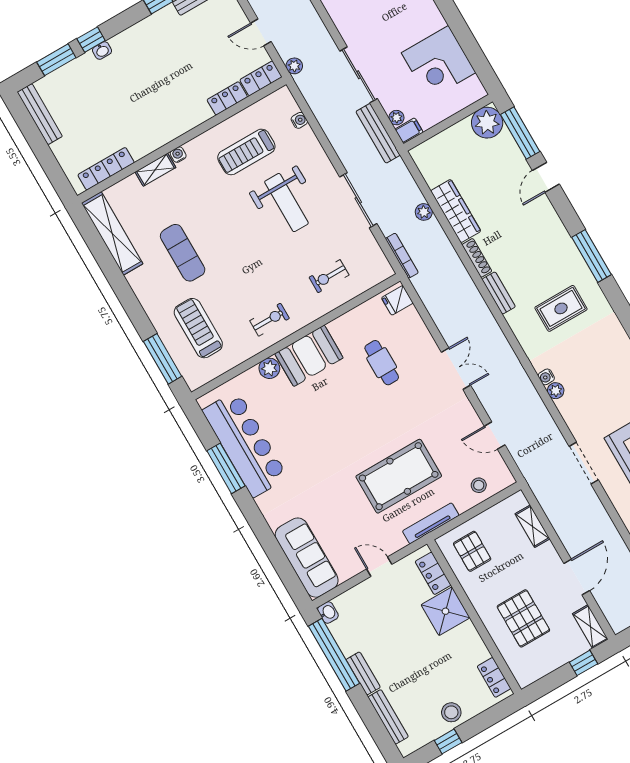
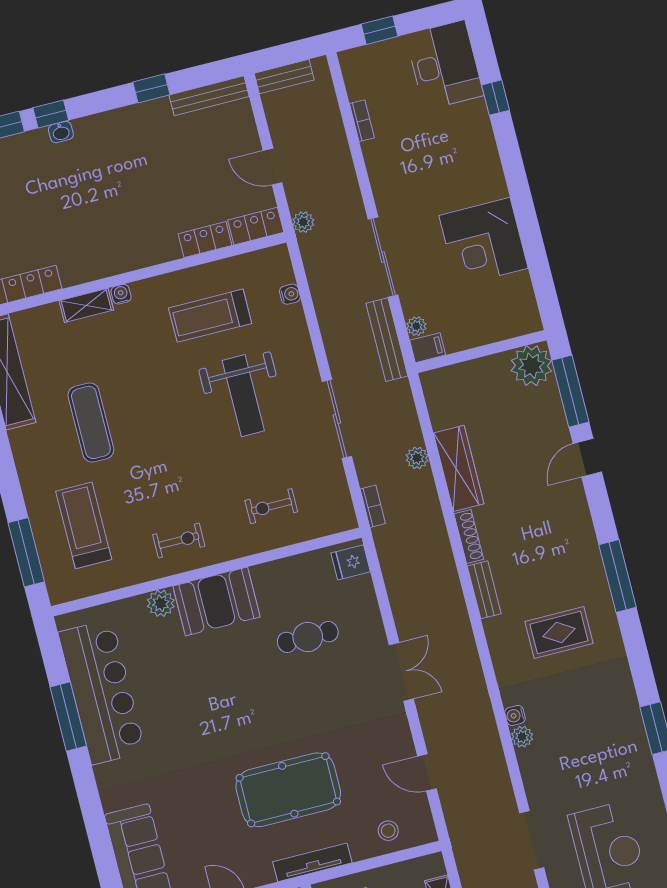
corner desk: (439, 63) -> (483, 242), moved
bookcase: (402, 256) -> (373, 506), width x0.64
cafe table: (382, 363) -> (308, 637), turned 90

